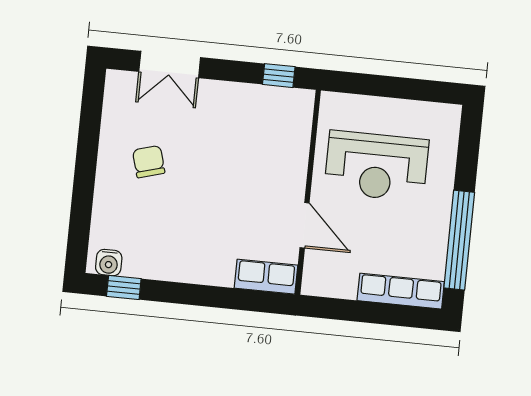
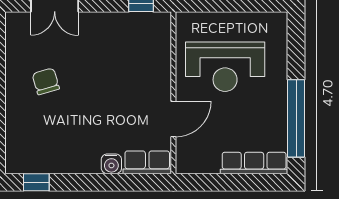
door: (305, 225) -> (173, 119), hinge flipped
water cooler: (109, 263) -> (111, 164), moved

